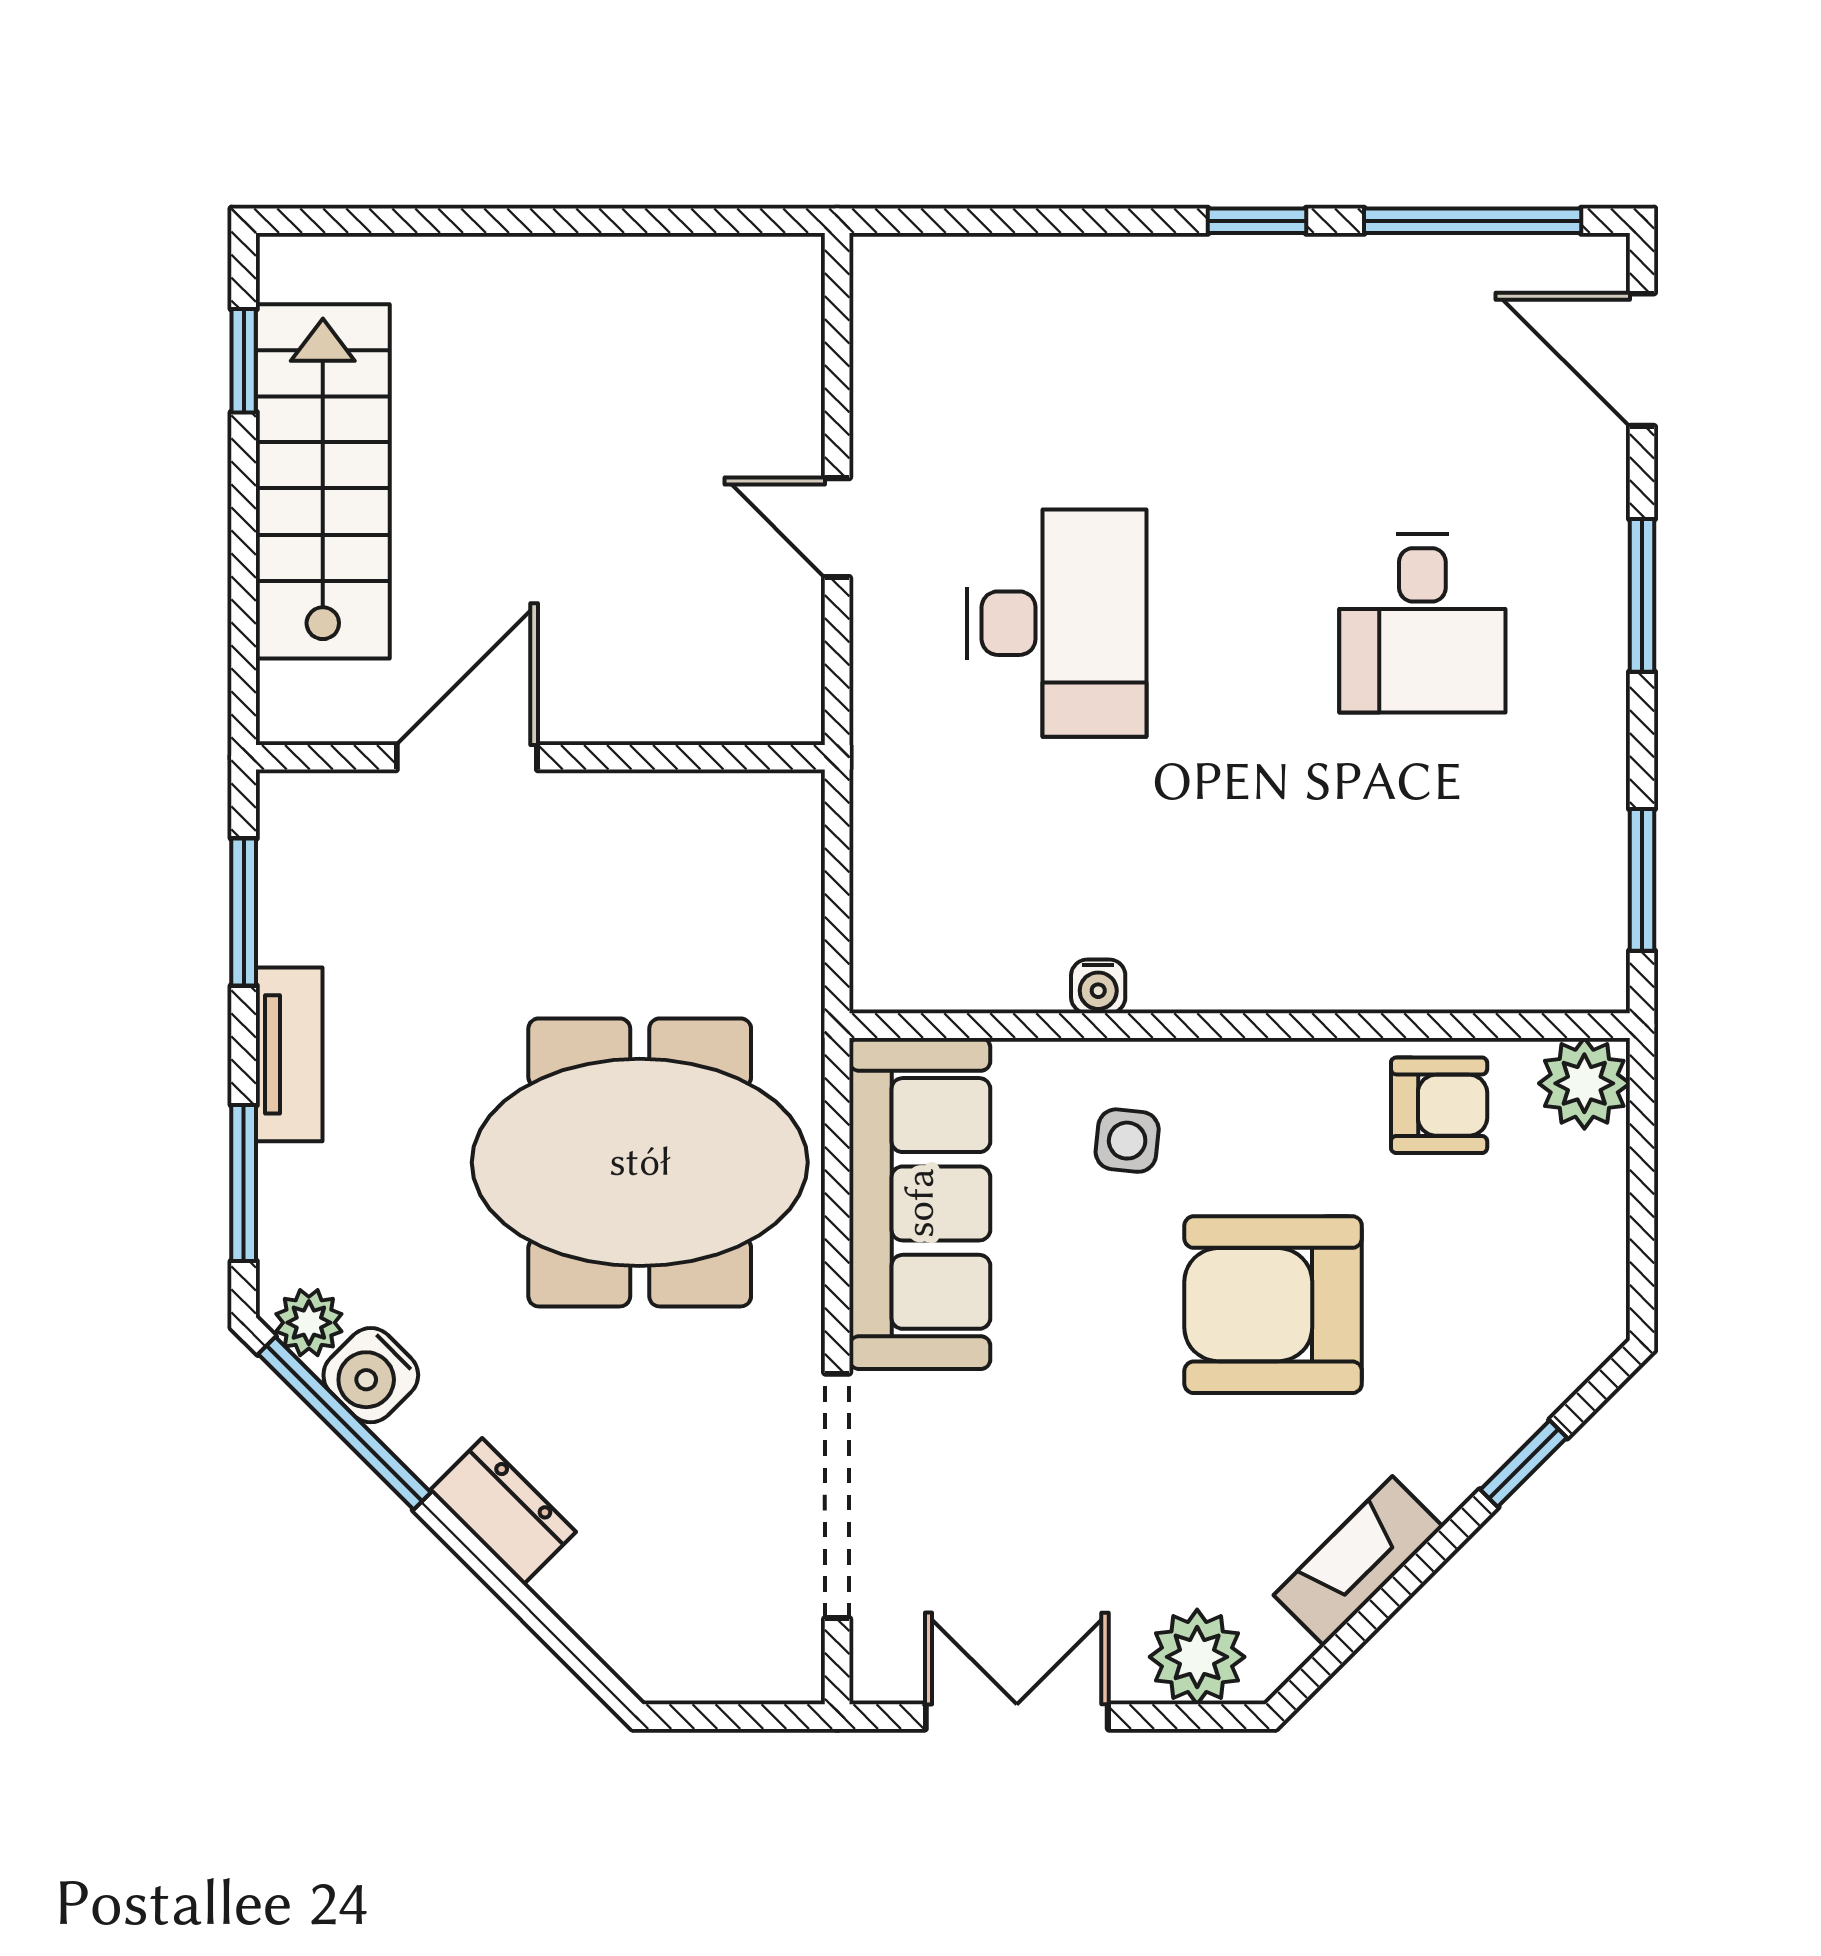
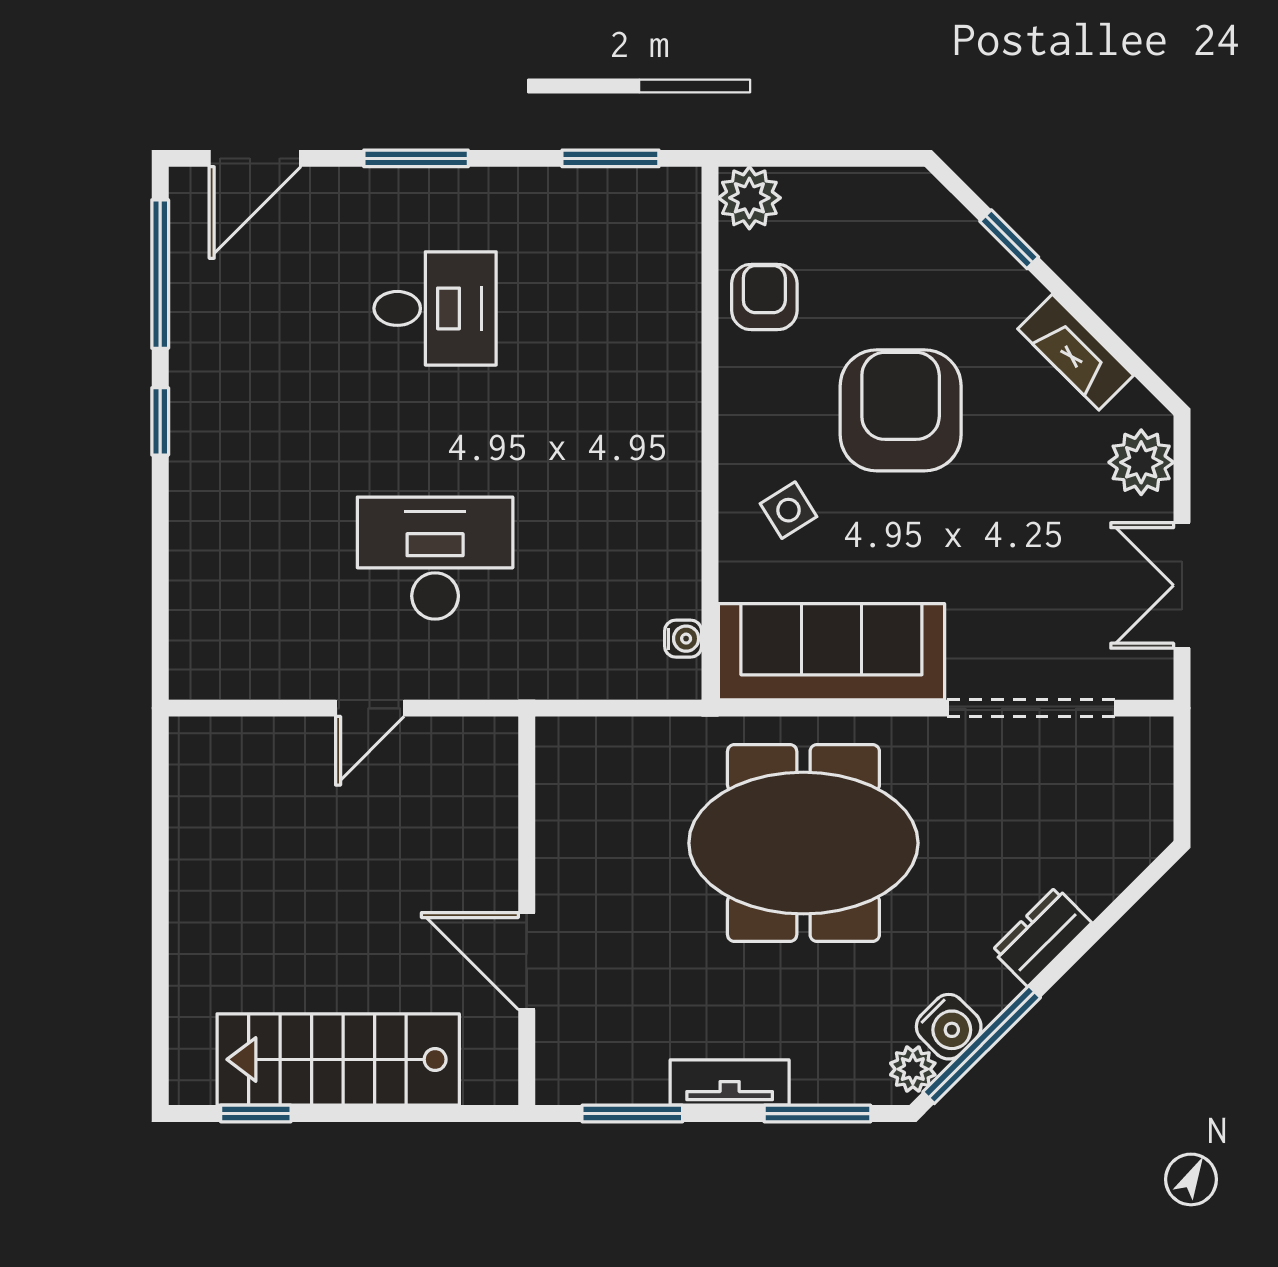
water cooler: (1098, 986) -> (683, 639), moved
side table: (1127, 1141) -> (788, 510), turned -38
meeting table: (640, 1162) -> (803, 843), turned 90
armchair: (1273, 1305) -> (901, 410), turned 180

